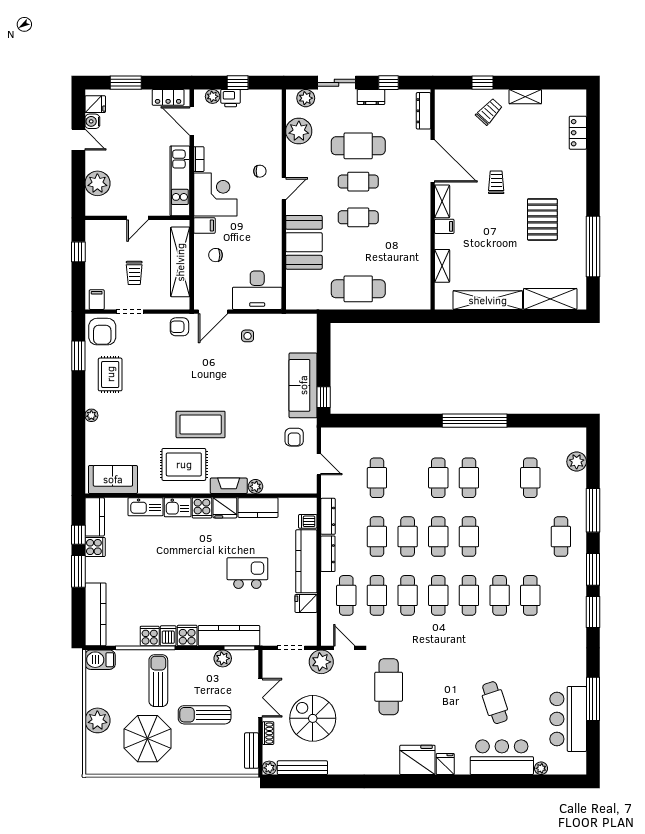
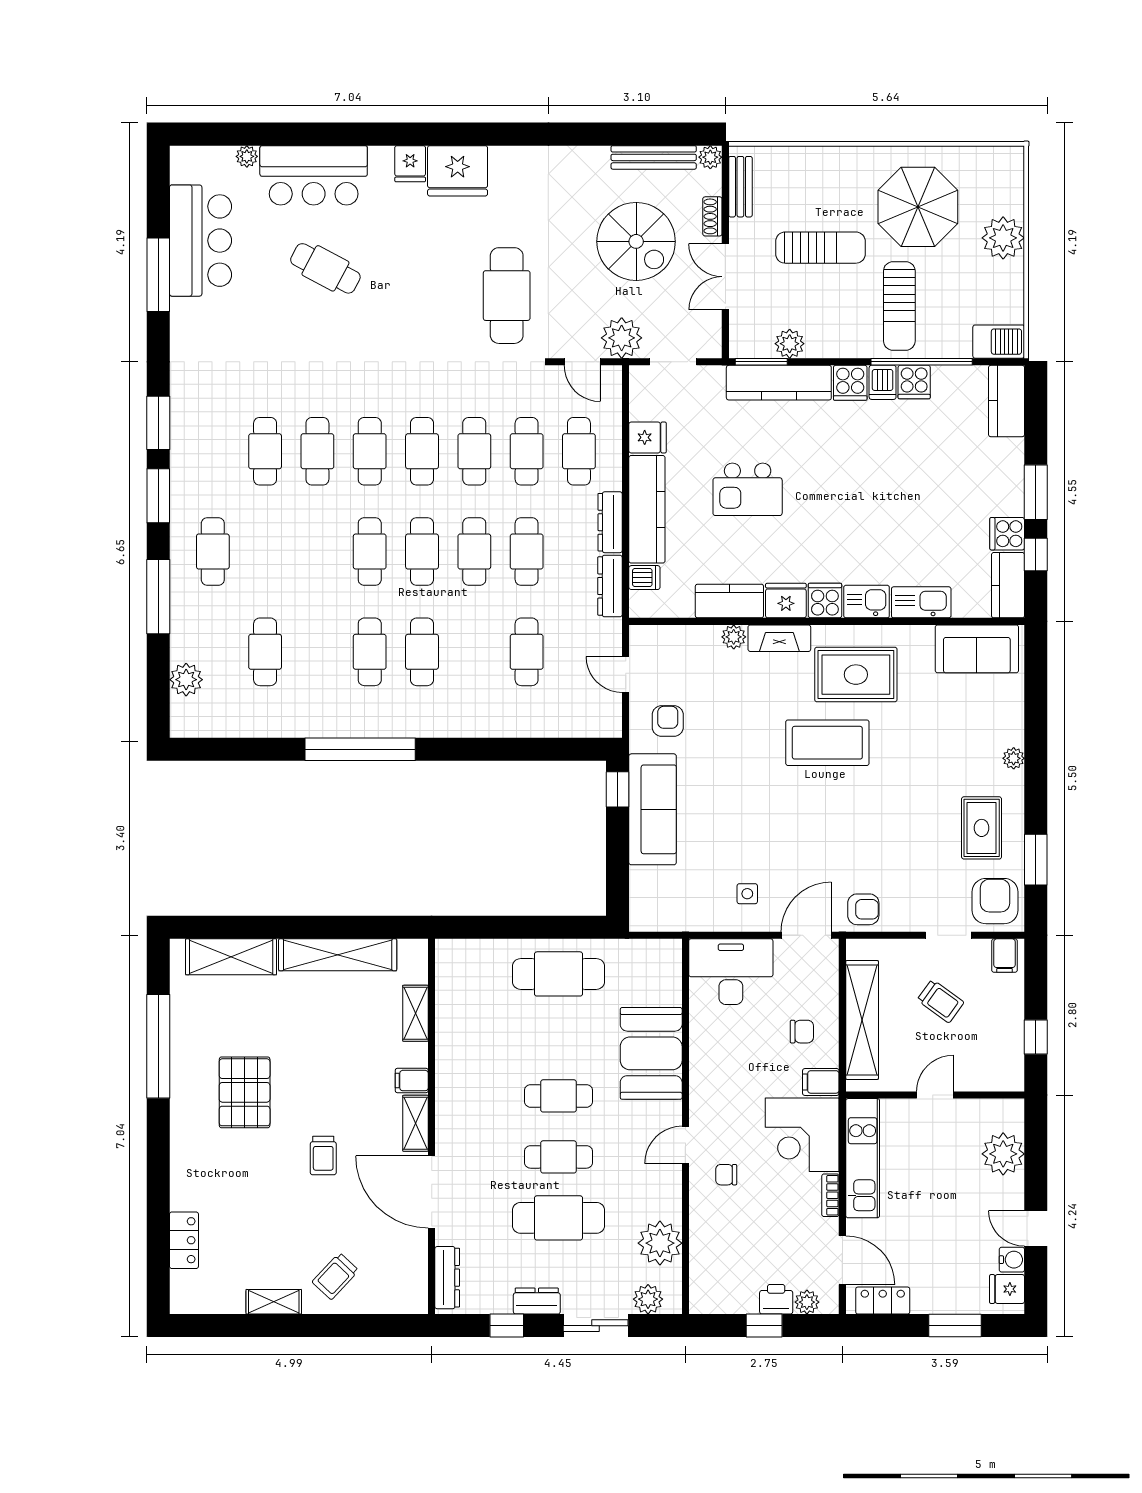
window: (483, 83) -> (346, 1326), removed
trolley: (134, 273) -> (940, 1001), turned 126
kitchen counter: (96, 614) -> (1007, 401), width x0.67
cafe table: (495, 703) -> (325, 268), turned -44

